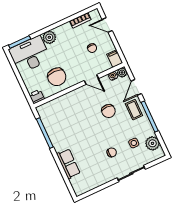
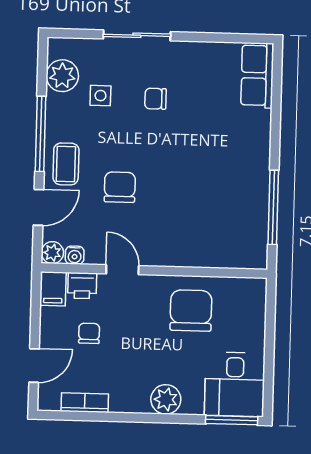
door: (107, 25) -> (34, 365), hinge flipped
desk: (30, 55) -> (235, 384), width x0.73
printer: (37, 97) -> (82, 286), moved
row of seats: (68, 164) -> (257, 75), moved

